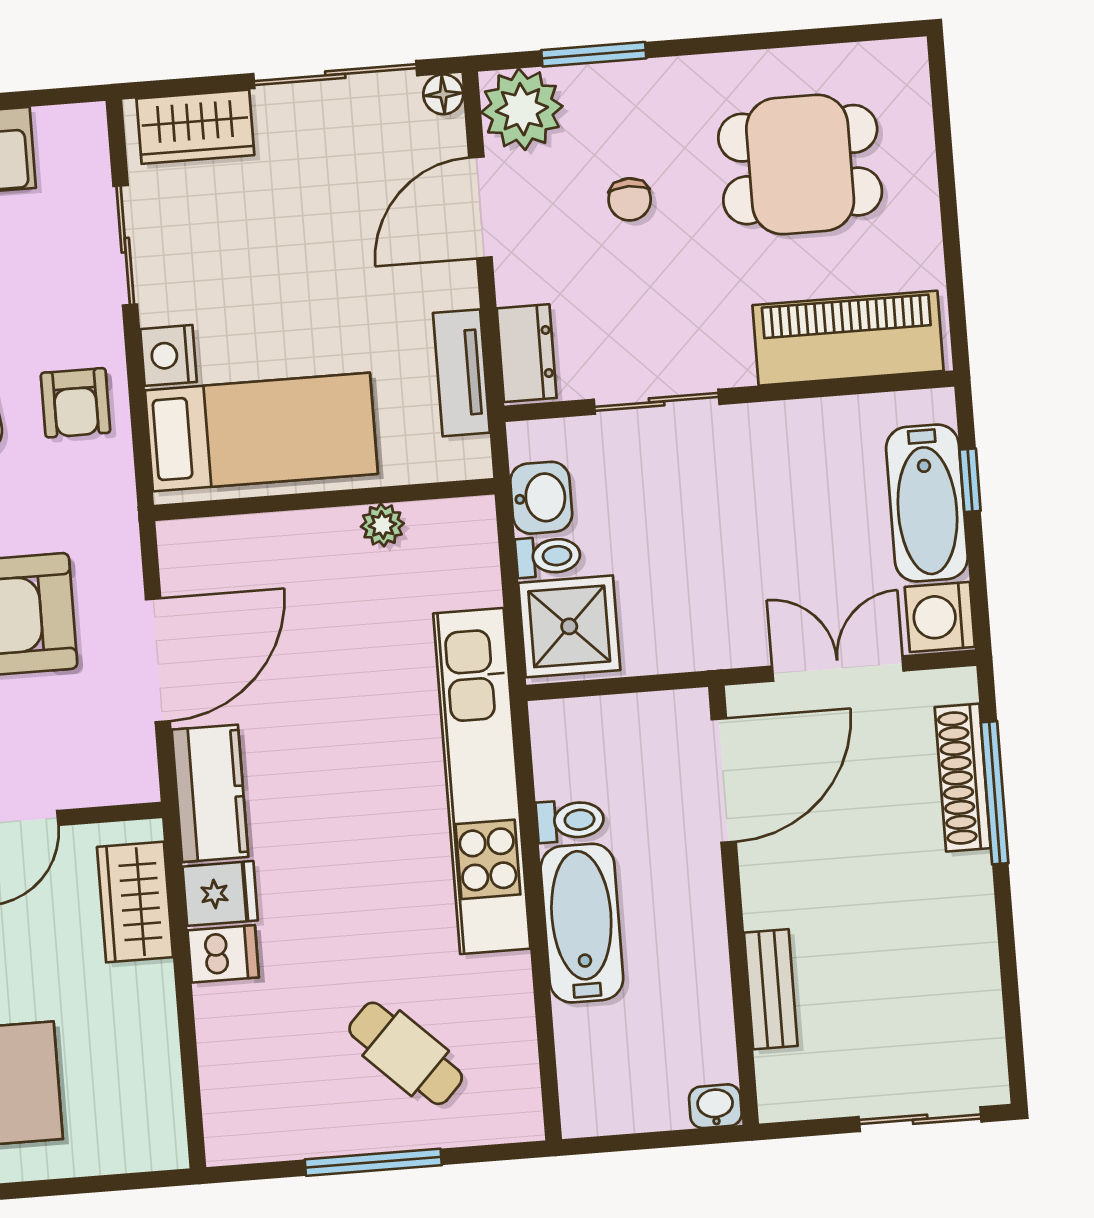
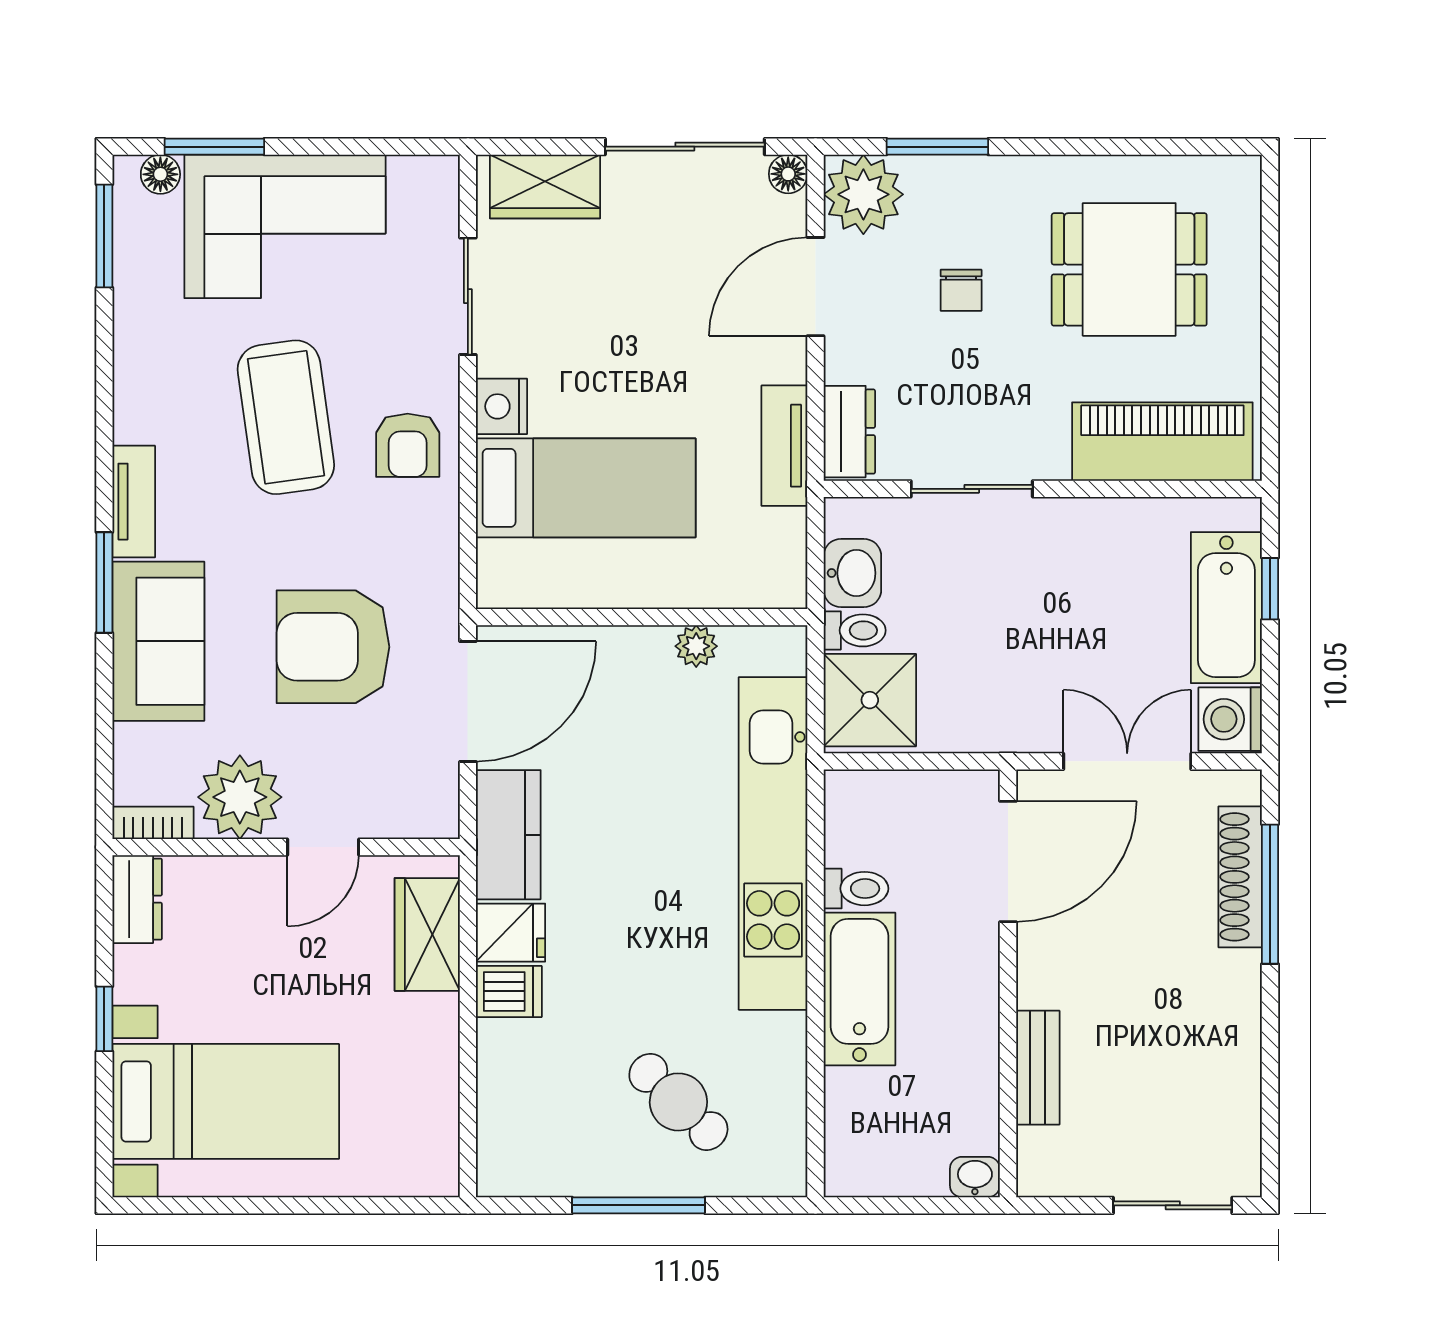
wall: (324, 500) -> (642, 617), moved
plant: (382, 525) -> (696, 646), moved

